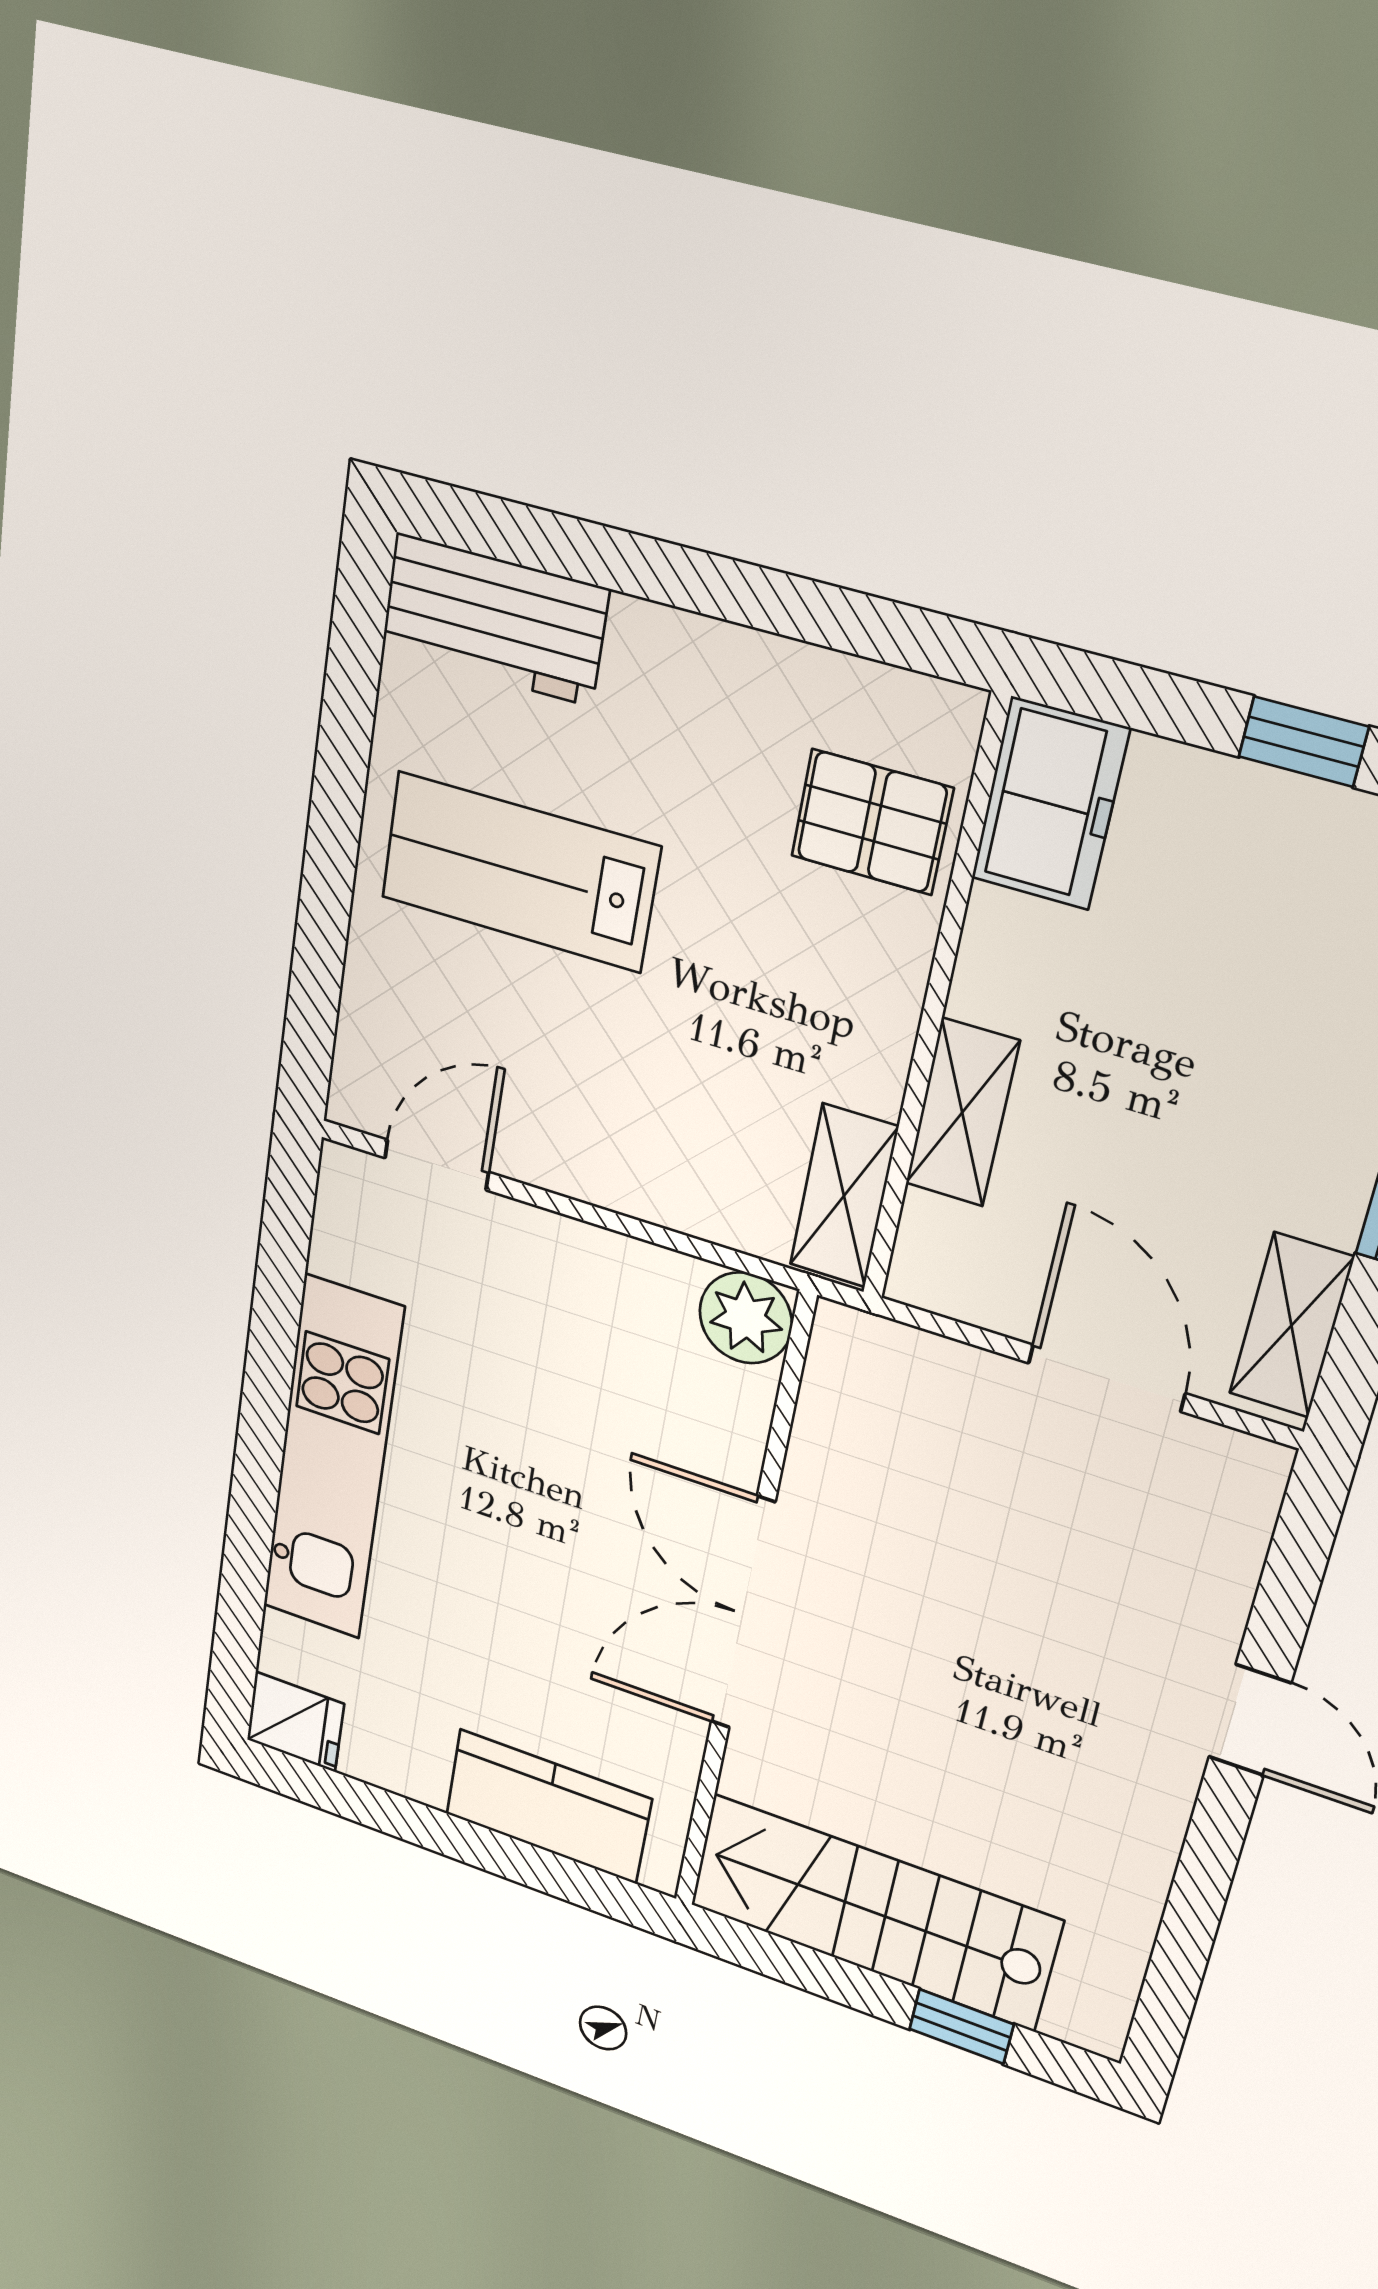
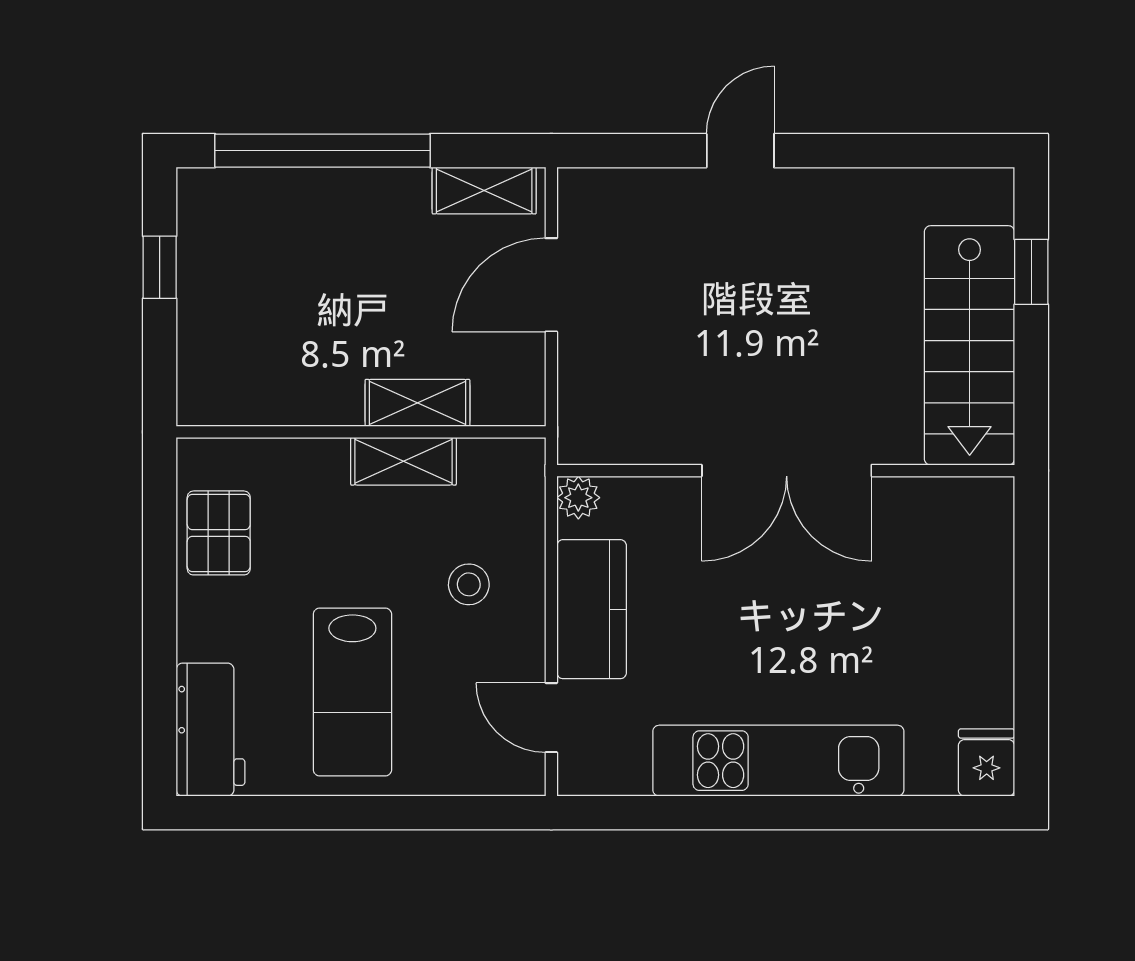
freezer: (1050, 804) -> (228, 393), removed
pallet: (872, 822) -> (219, 533), moved
stool: (657, 1104) -> (469, 584), added
shelving: (844, 1196) -> (403, 461), moved
plant: (746, 1318) -> (578, 498), width x0.73, depth x0.73
kitchen counter: (548, 1806) -> (592, 609), moved, turned 180

